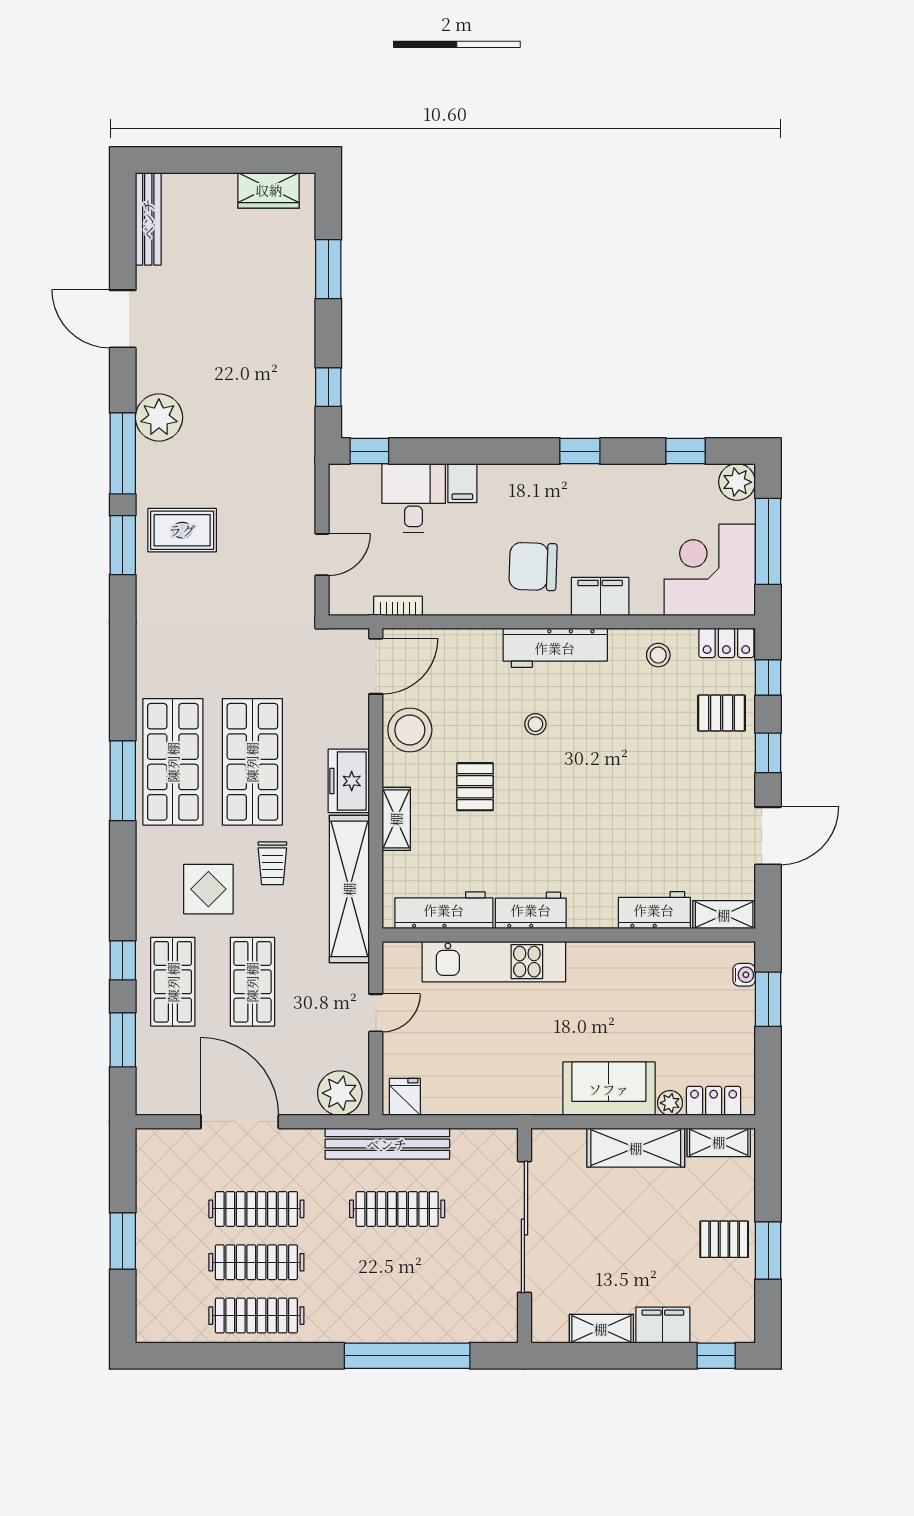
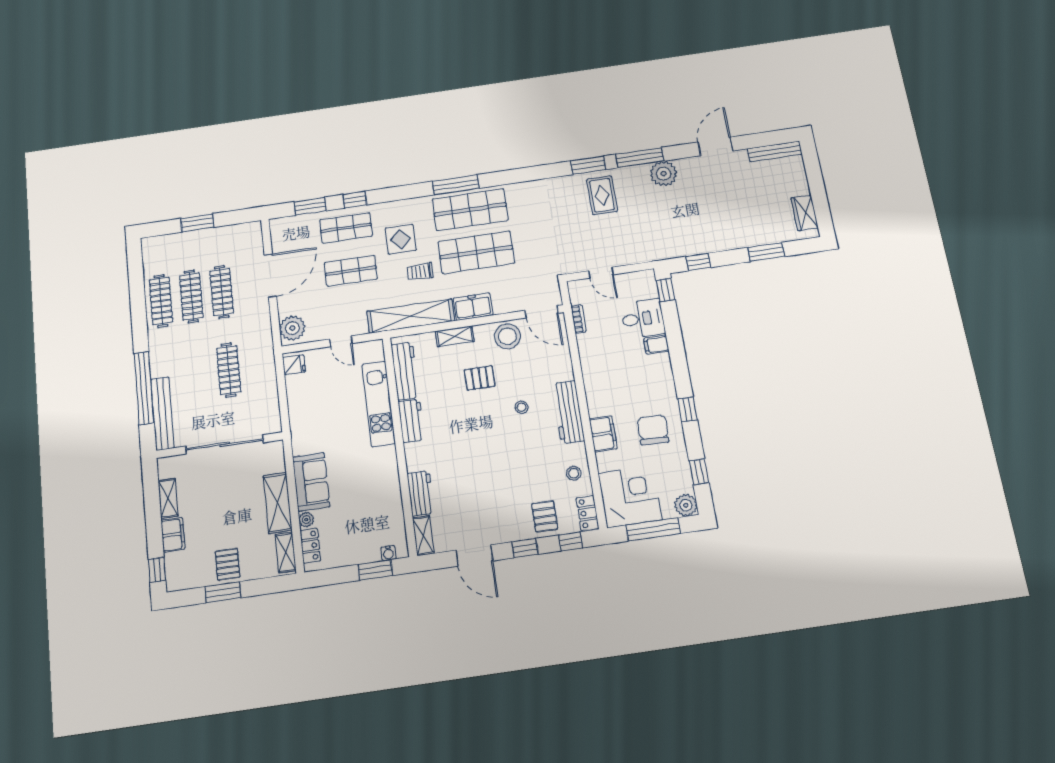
chair: (533, 566) -> (653, 430), moved
bench: (387, 1144) -> (162, 413), moved

